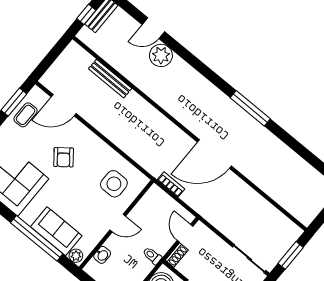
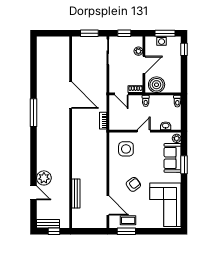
door: (214, 154) -> (71, 95), moved
door: (118, 223) -> (144, 131), hinge flipped
door: (185, 233) -> (121, 94), hinge flipped
window: (37, 238) -> (184, 165), width x0.47

